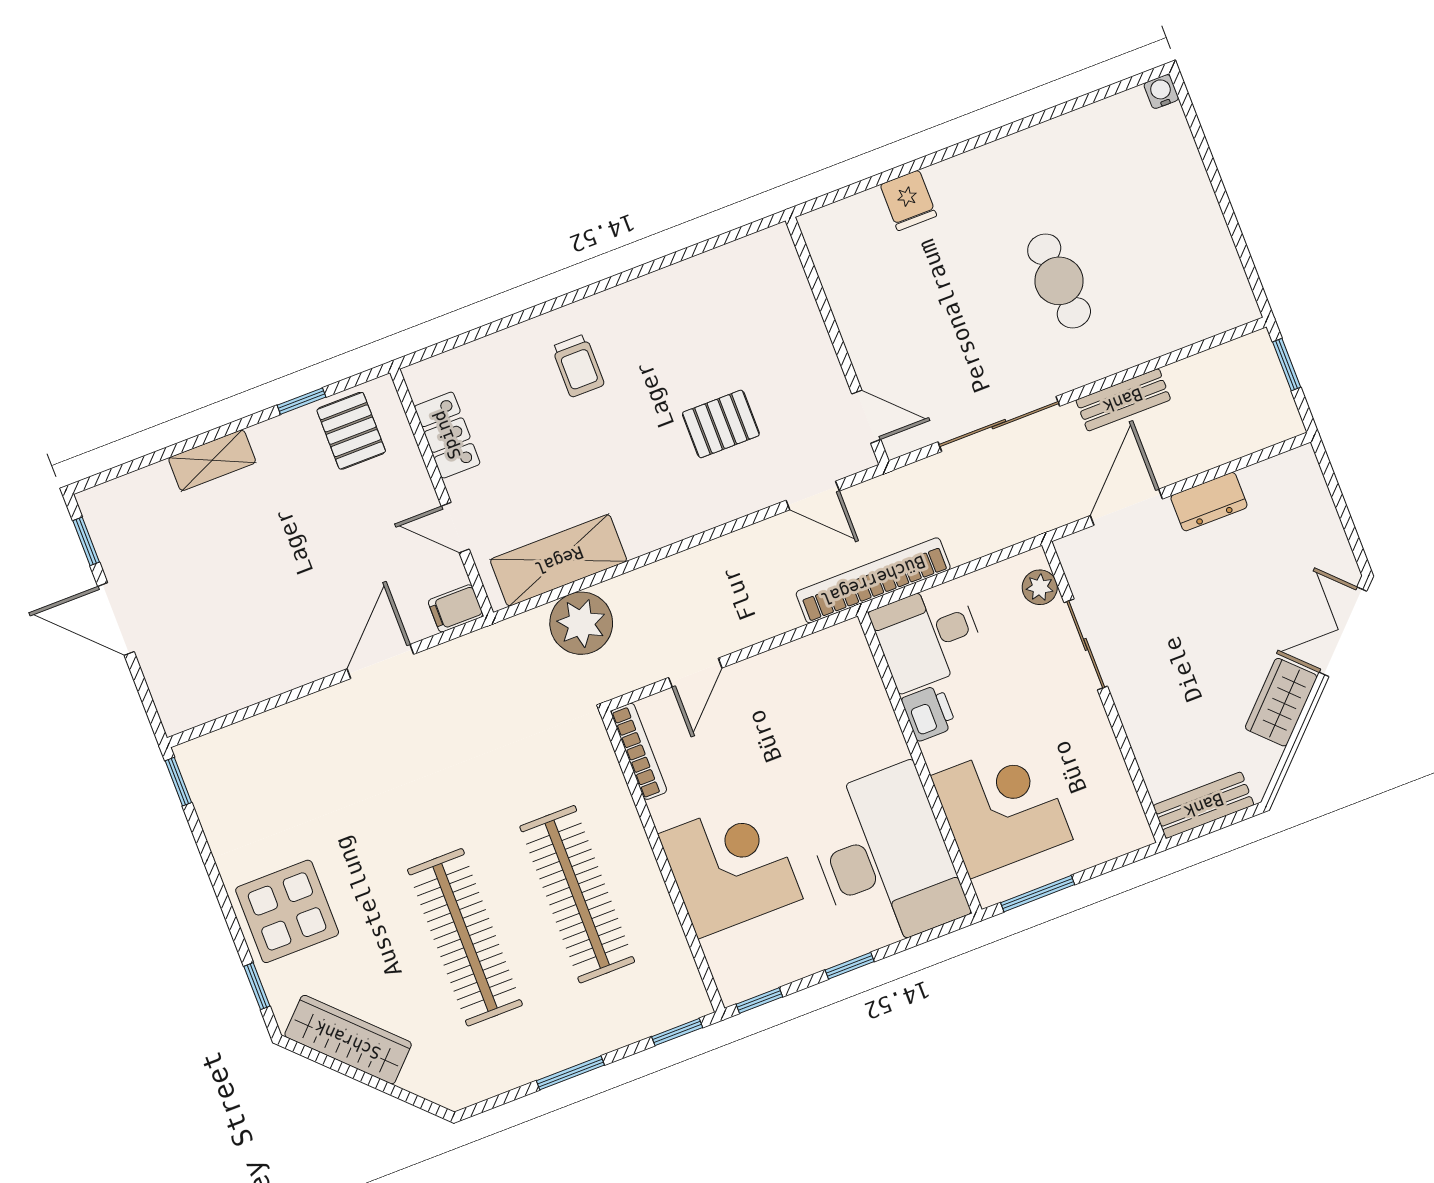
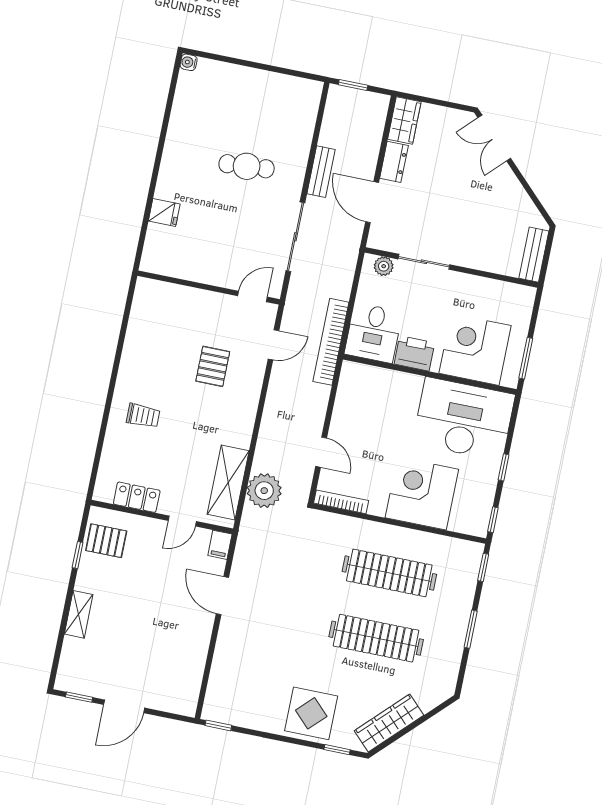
wardrobe: (1281, 702) -> (404, 120), moved, turned -135
printer: (929, 713) -> (414, 353), width x1.36, depth x1.24

